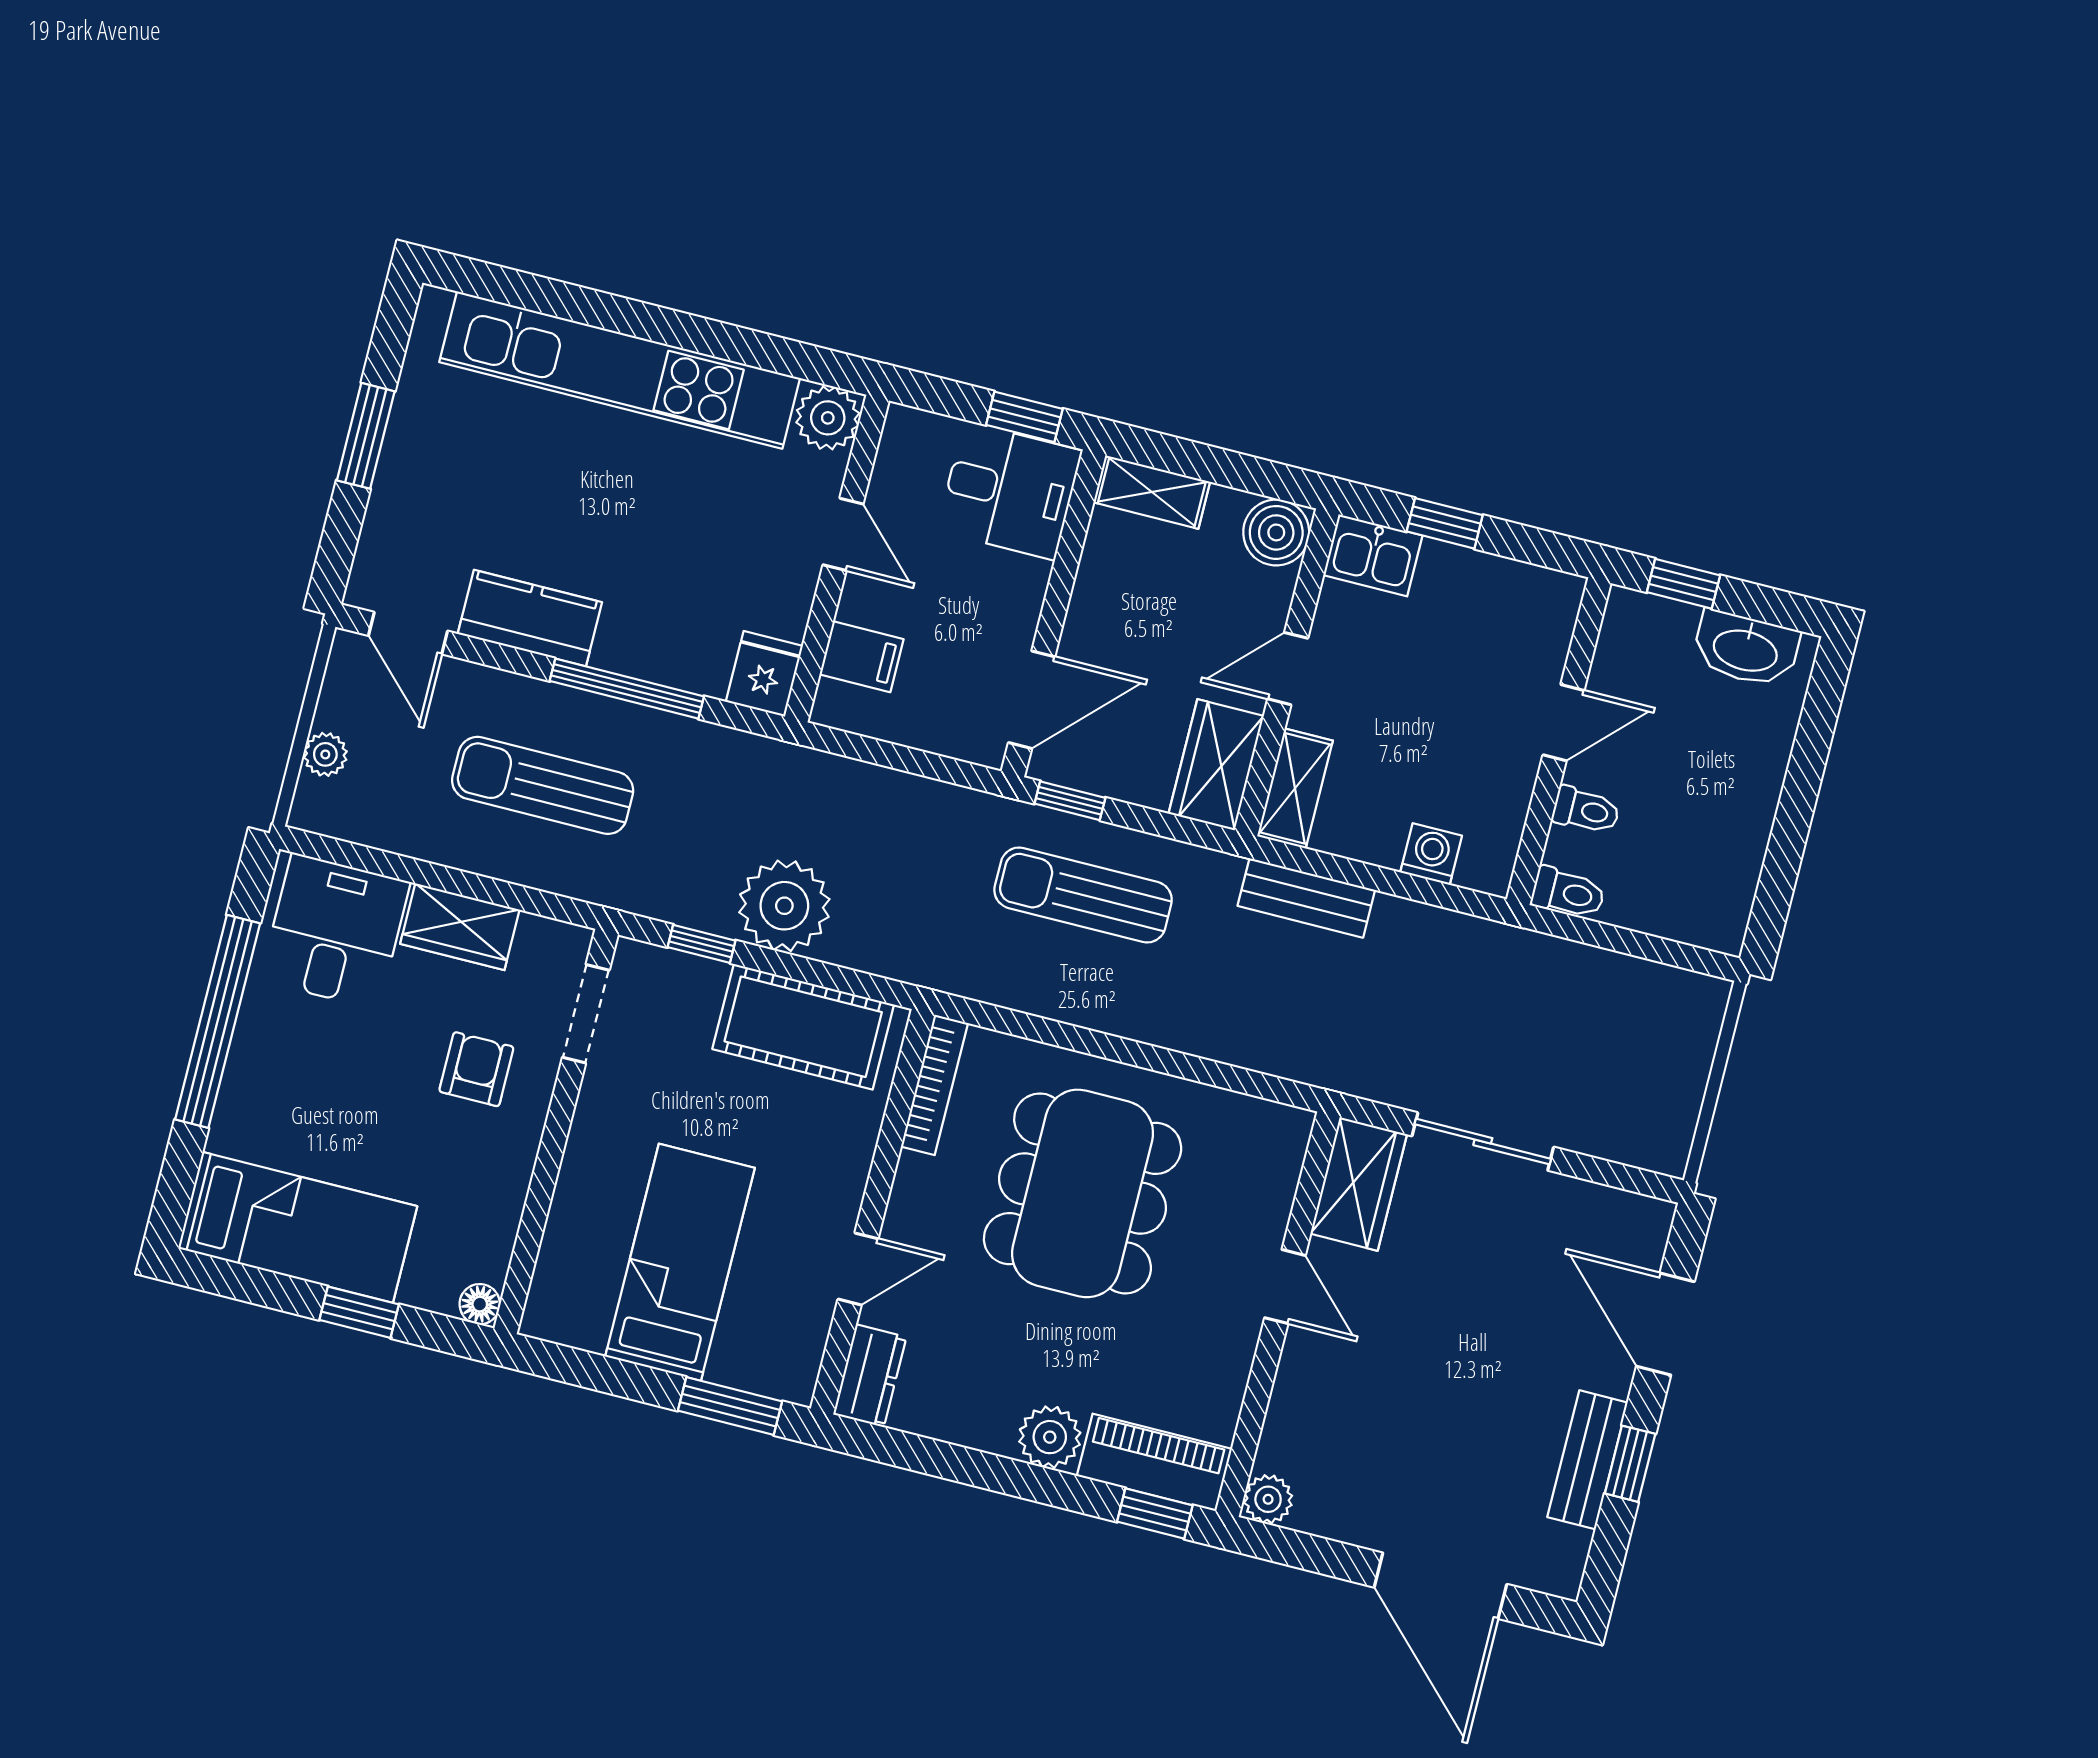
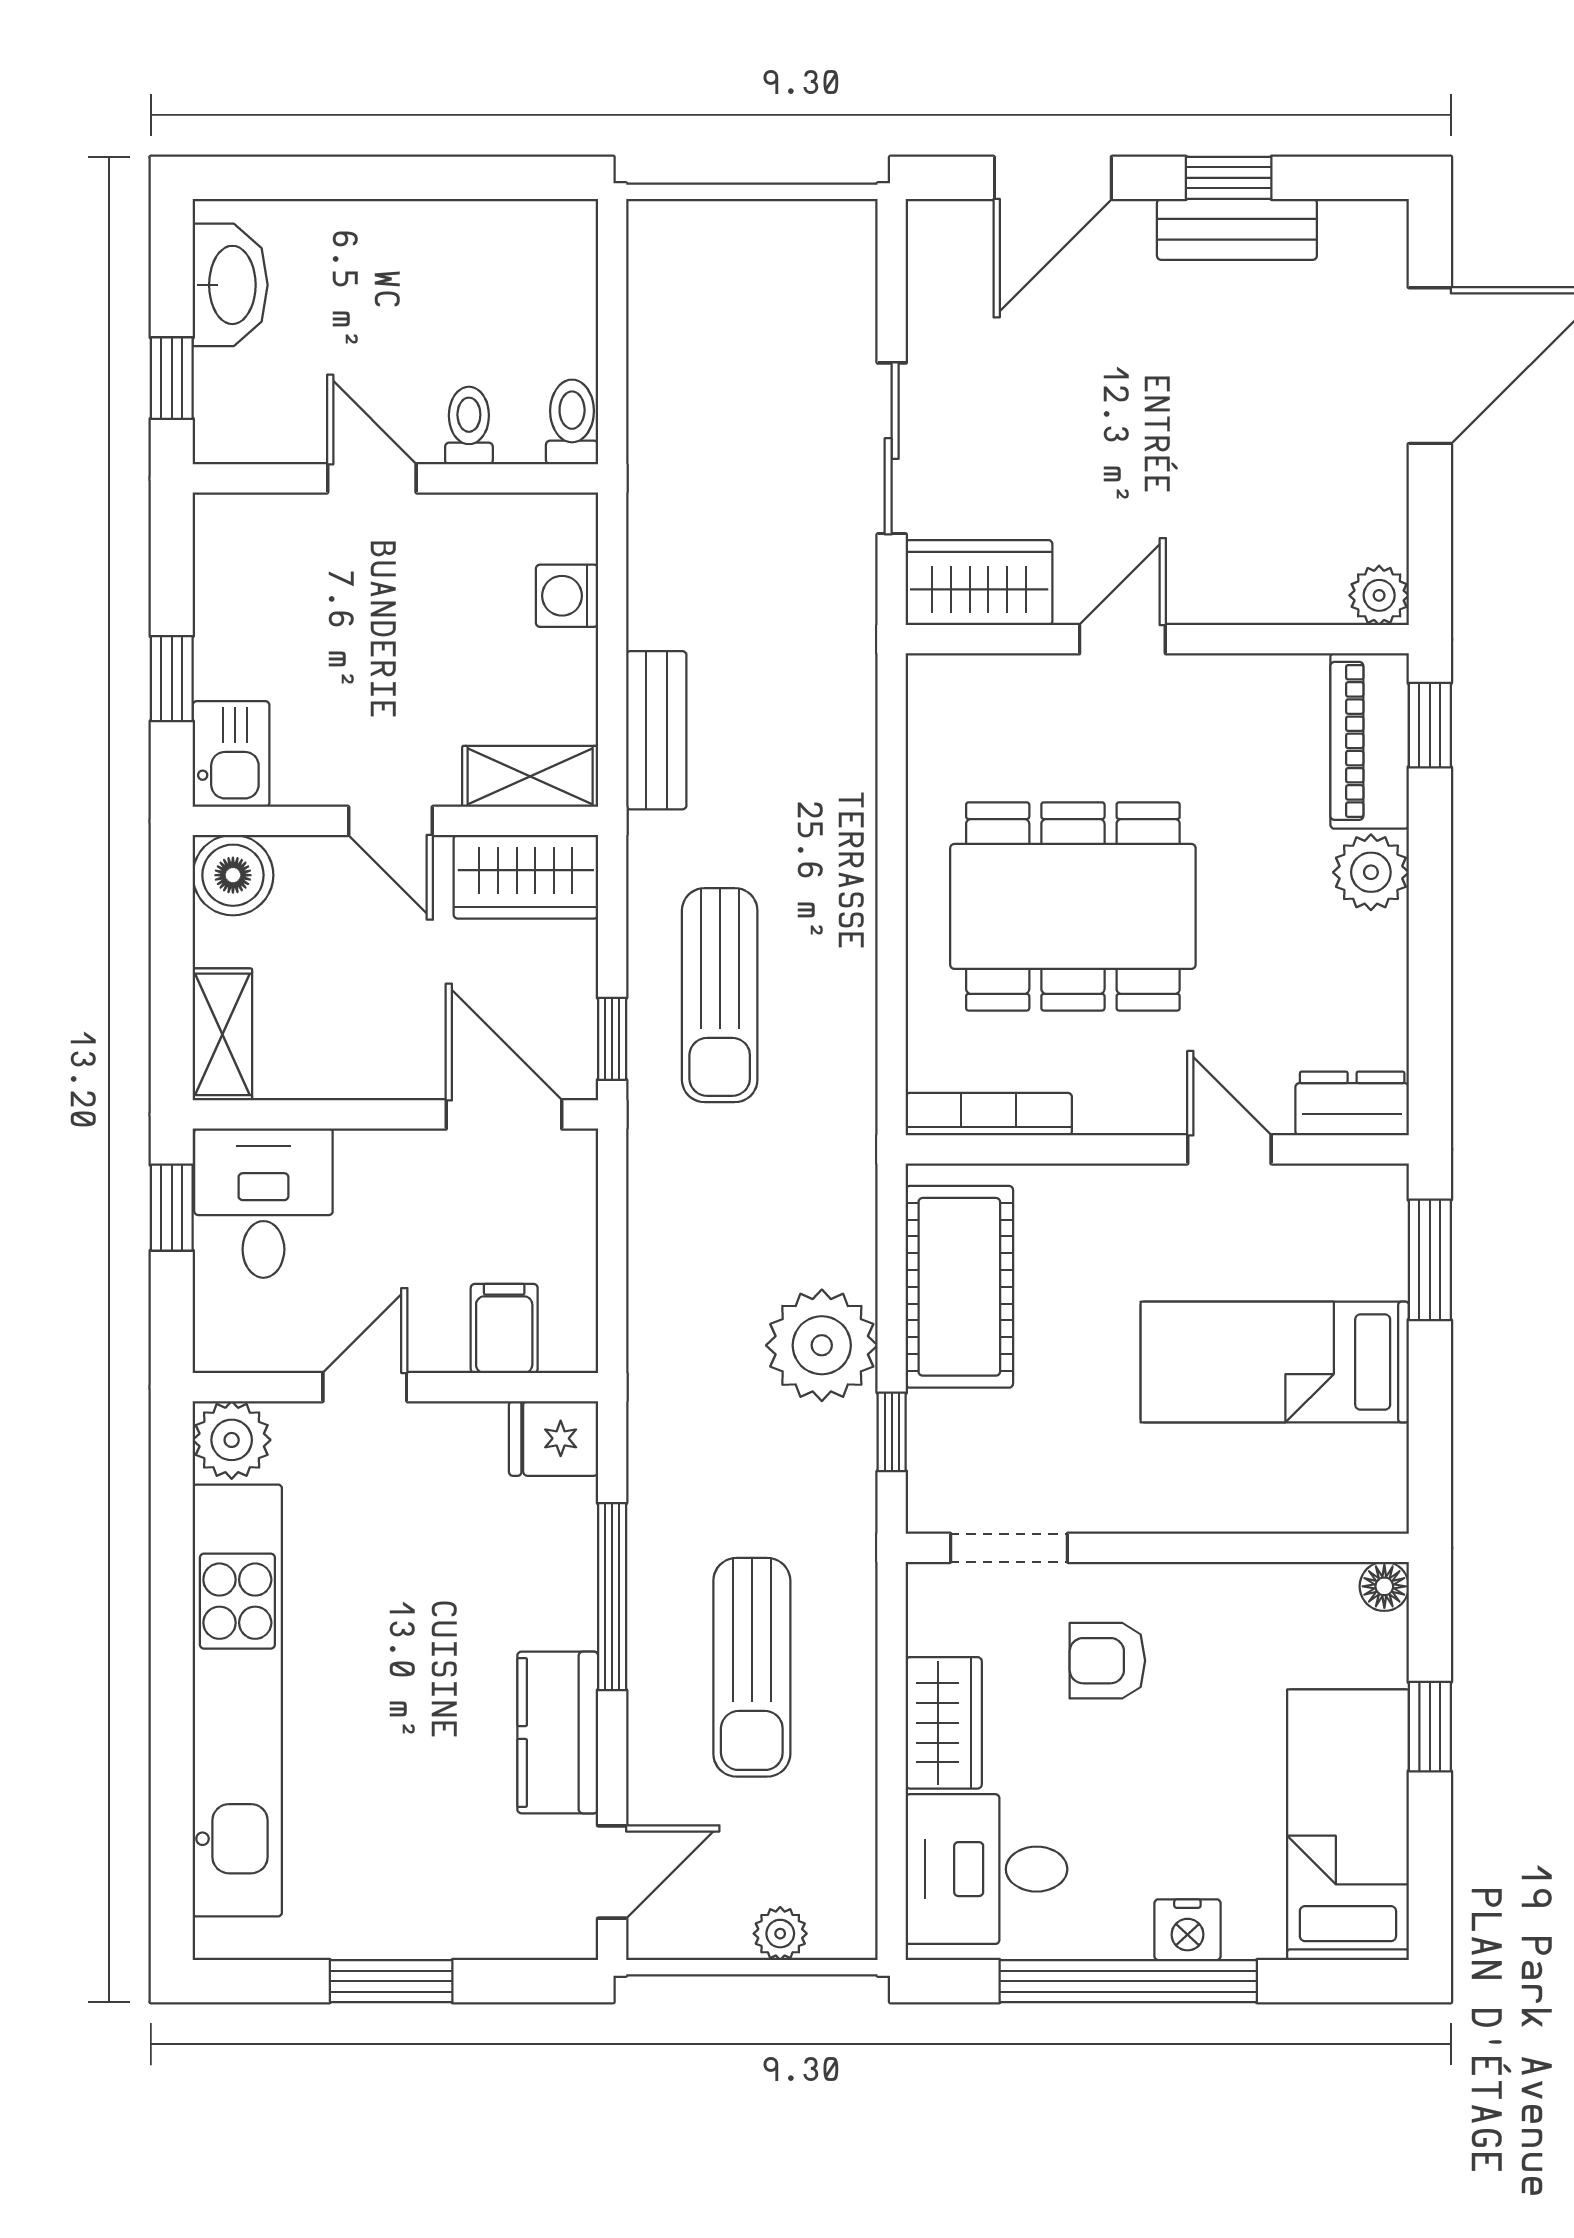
nightstand: (247, 1079) -> (1187, 1930), added

